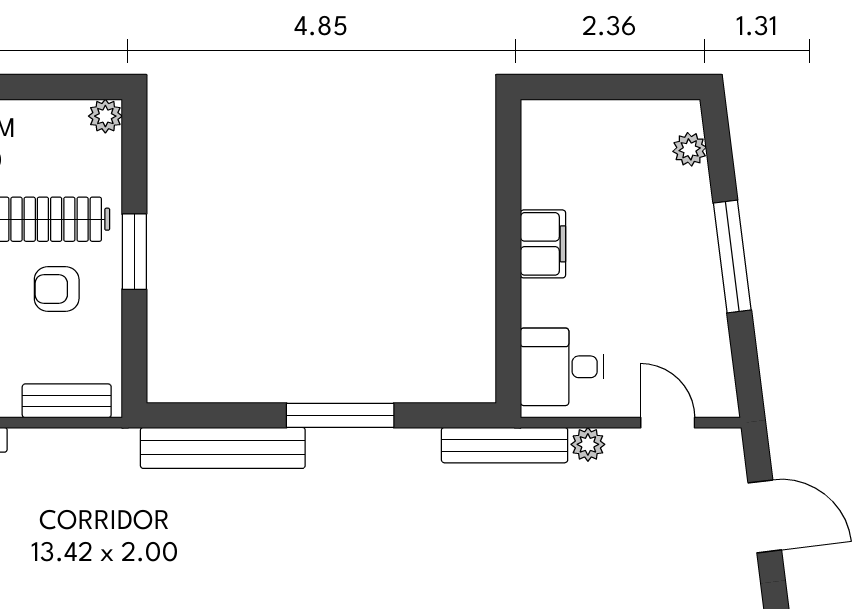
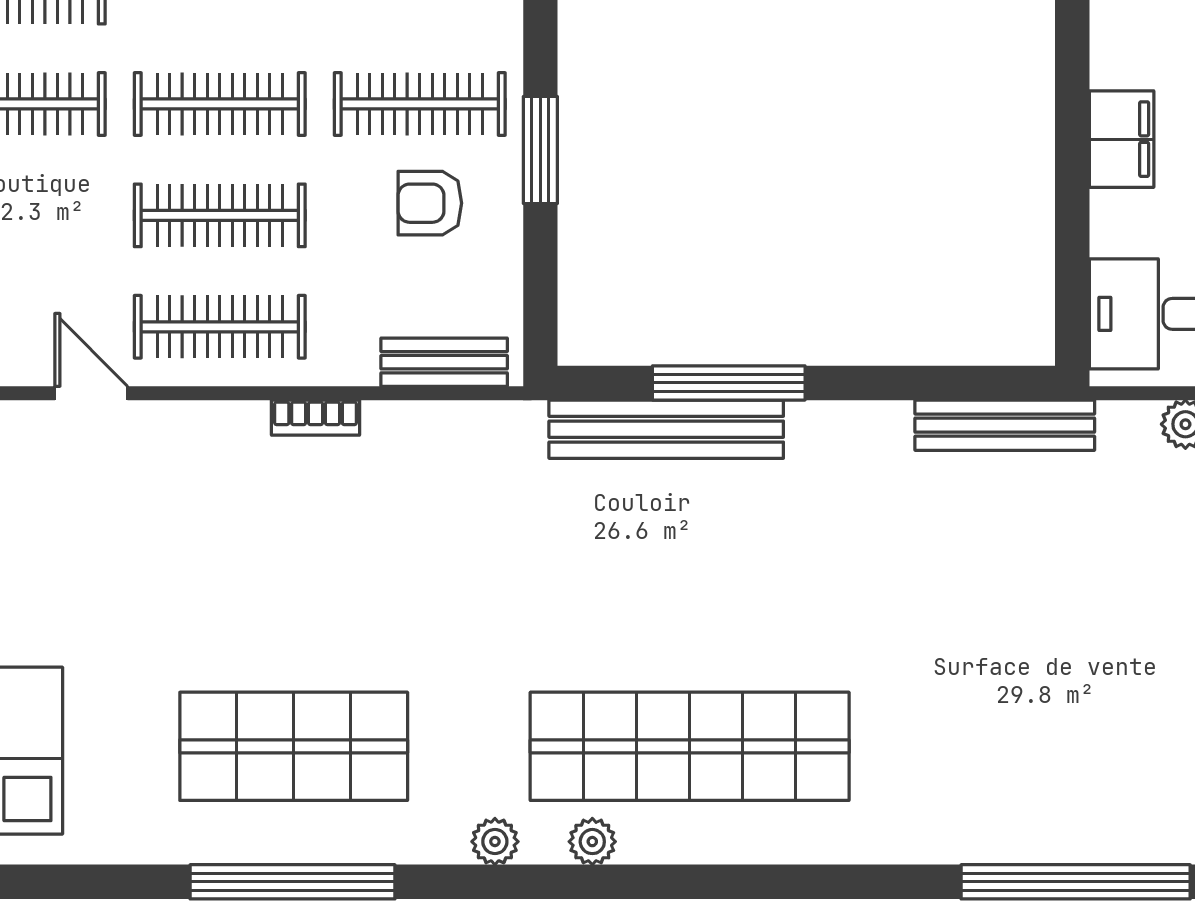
window: (340, 415) -> (729, 383), moved
bench: (505, 445) -> (1005, 425), moved

